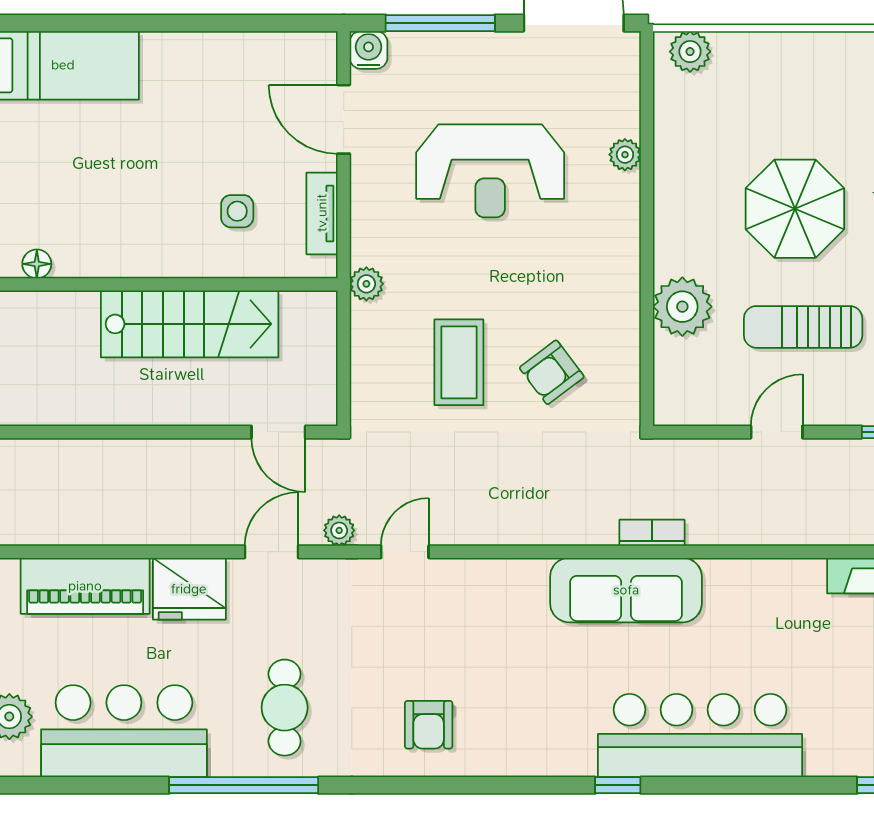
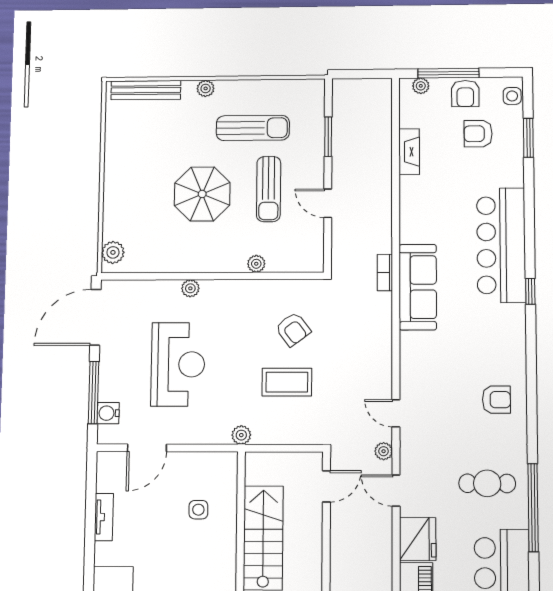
water cooler: (368, 50) -> (108, 413), moved
plant: (625, 155) -> (190, 288), moved
tv unit: (322, 213) -> (104, 517), moved, turned -90
plant: (682, 307) -> (256, 264), width x0.53, depth x0.53

